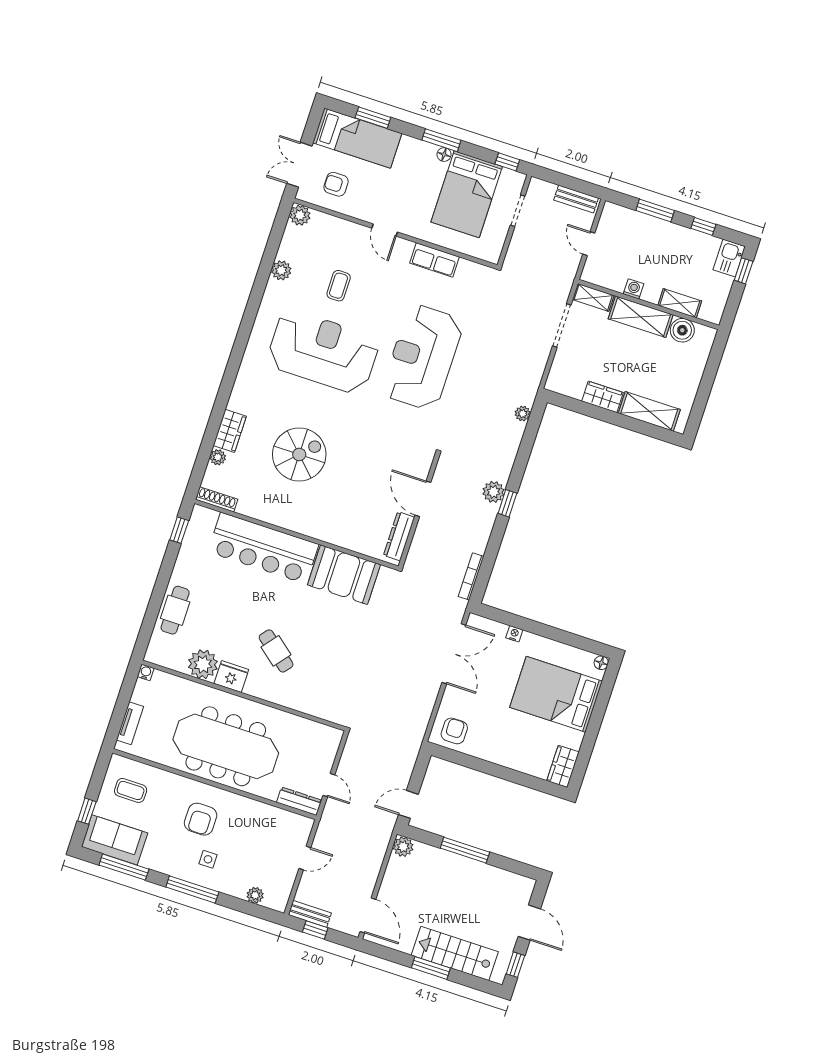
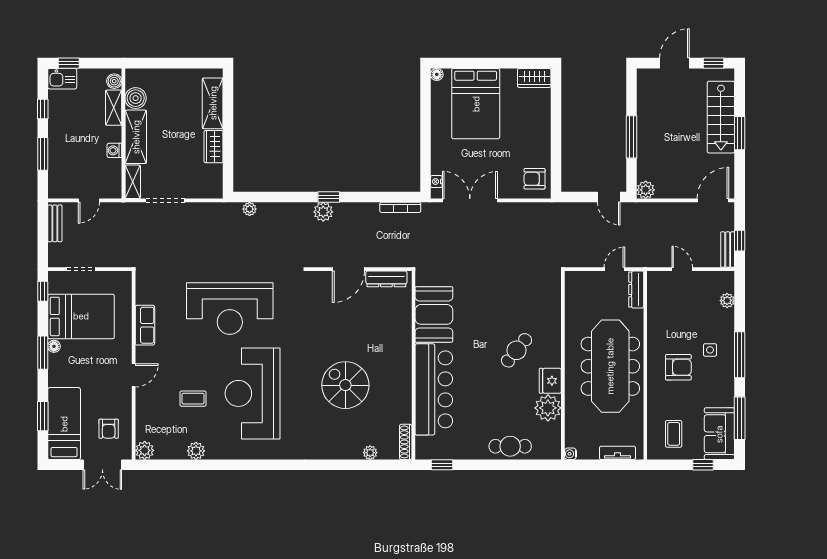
boiler: (708, 313) -> (114, 81), added
wardrobe: (230, 431) -> (345, 450), removed
nightstand: (514, 634) -> (436, 182), moved

